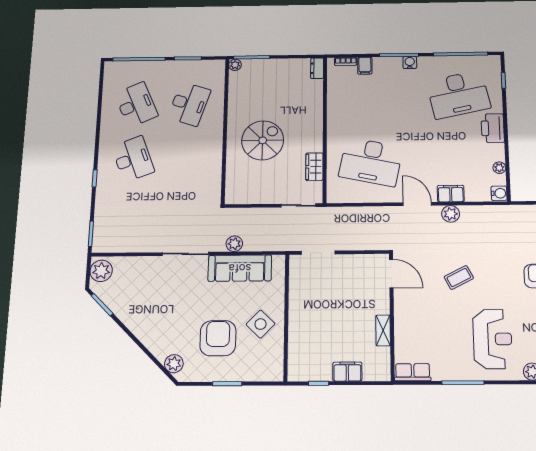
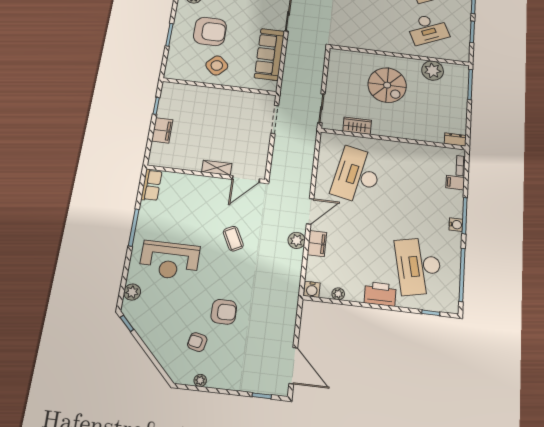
plant: (235, 65) -> (433, 71), moved, width x1.88, depth x1.88
desk: (189, 104) -> (428, 29), turned -42
plant: (234, 244) -> (292, 52), removed
shelving: (383, 330) -> (217, 168), moved

